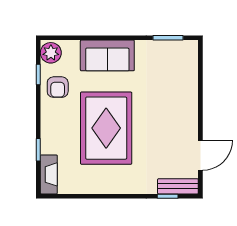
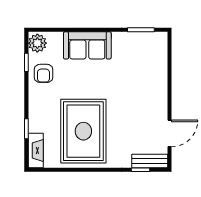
rug: (106, 128) -> (83, 131), moved

